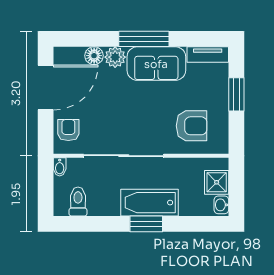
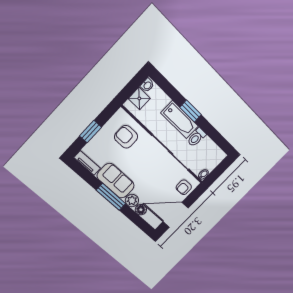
toilet: (78, 202) -> (197, 137), moved

